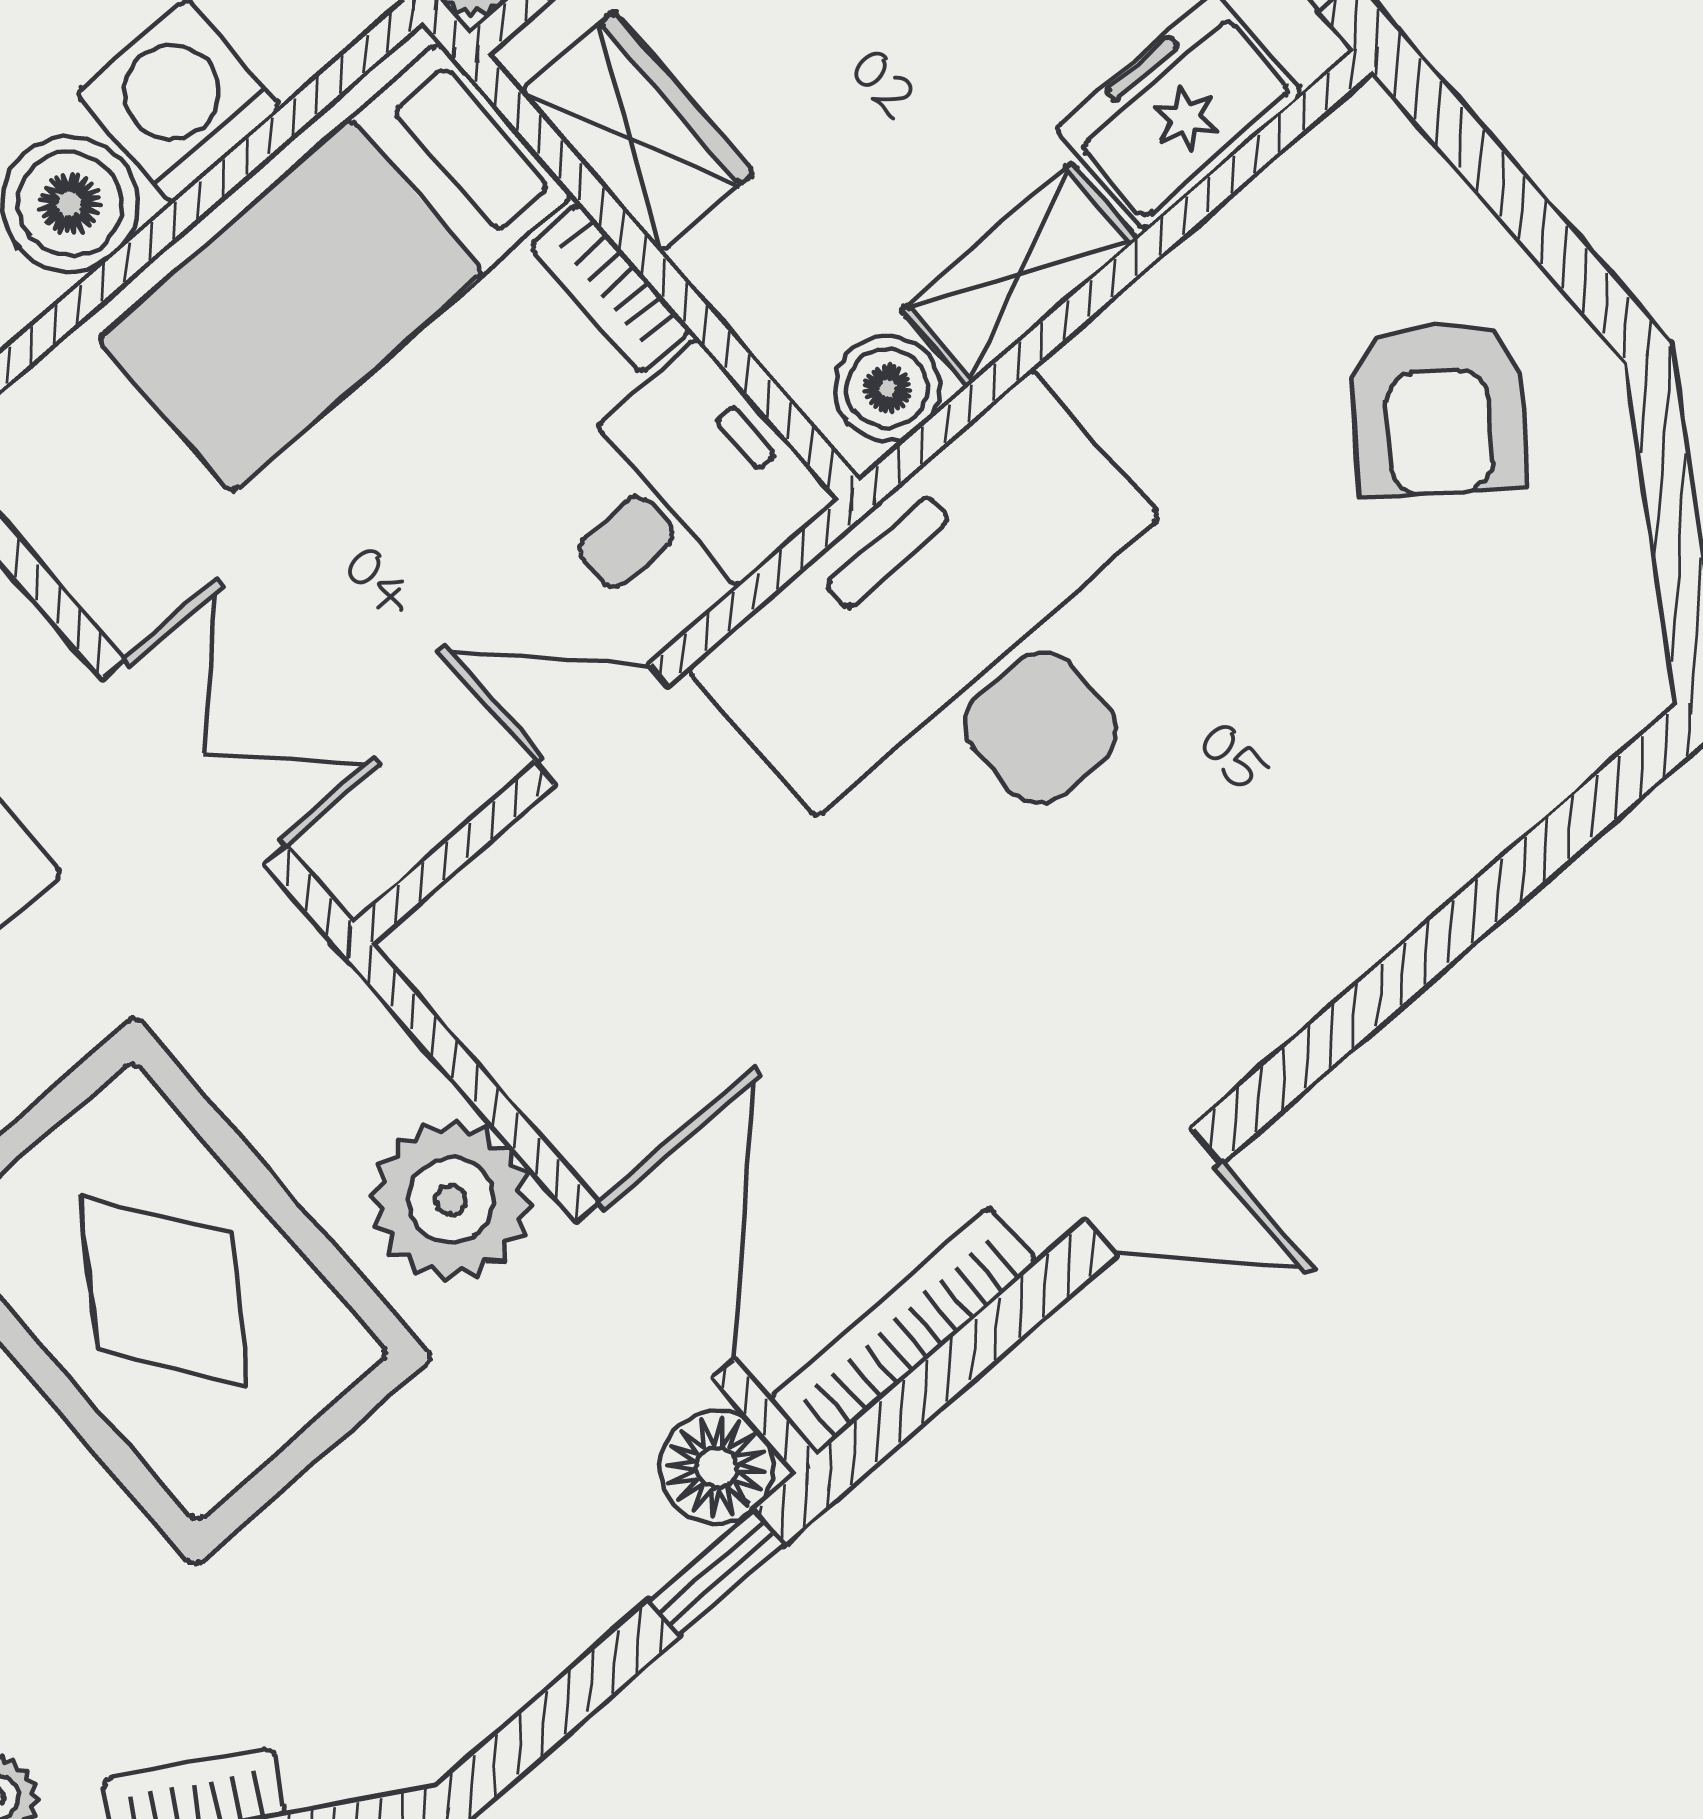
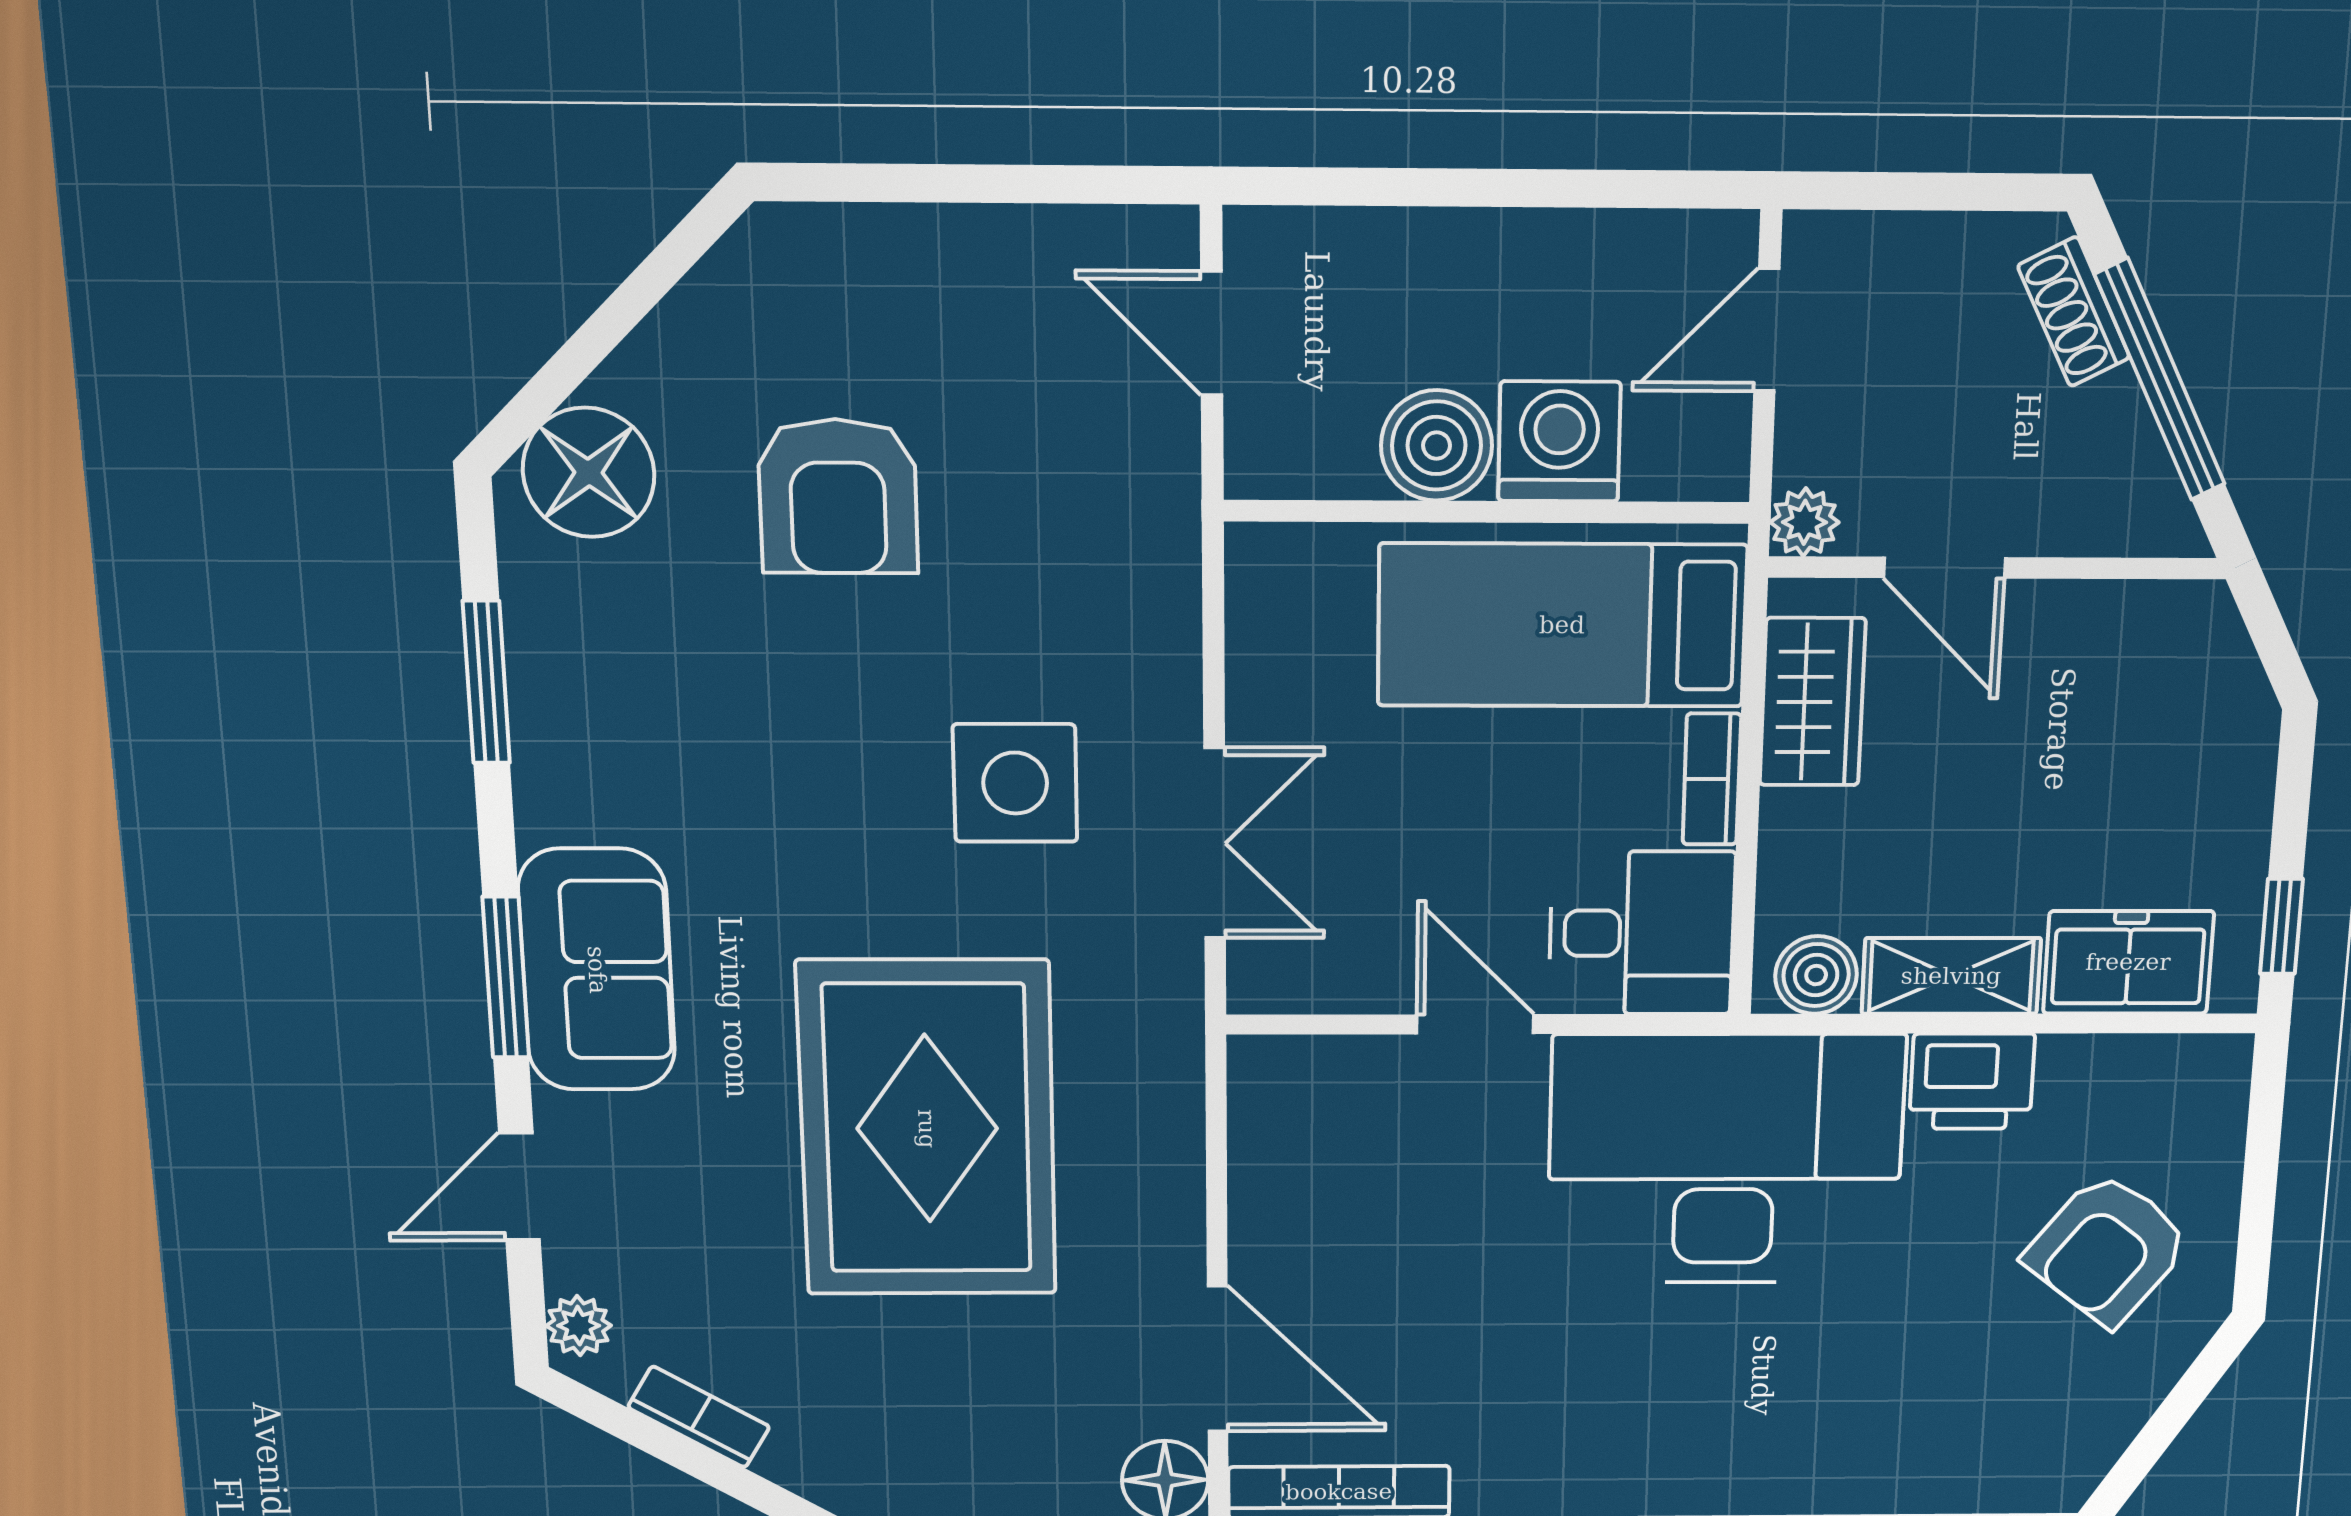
printer: (1140, 360) -> (1972, 1081), added
plant: (451, 1200) -> (1143, 1215), removed
door: (655, 1290) -> (1218, 1359), hinge flipped

